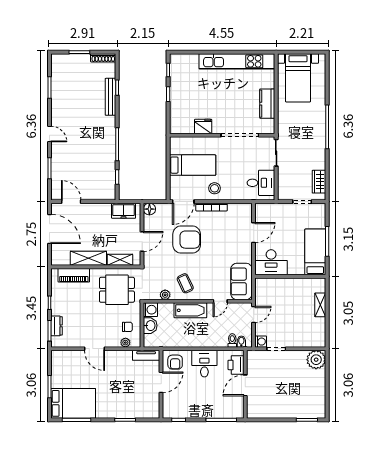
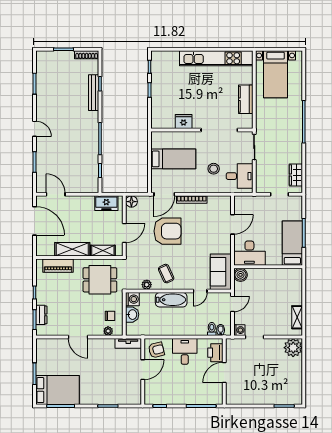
stool: (215, 188) -> (214, 169), moved
boiler: (262, 285) -> (240, 275), added
shelving: (320, 305) -> (297, 317), moved
armchair: (175, 362) -> (156, 350), turned -104

